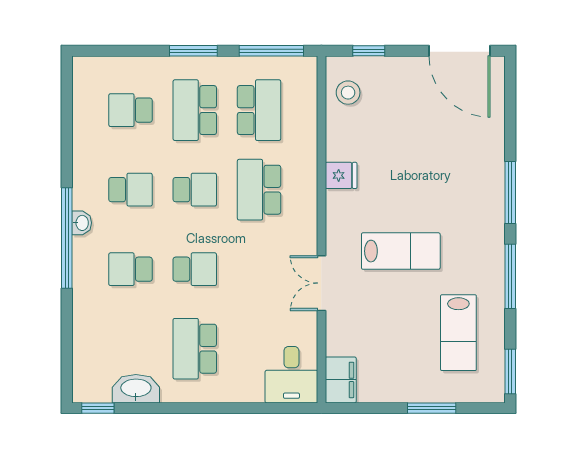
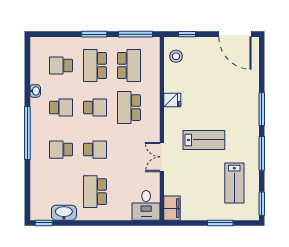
washbasin: (82, 223) -> (35, 91), moved

